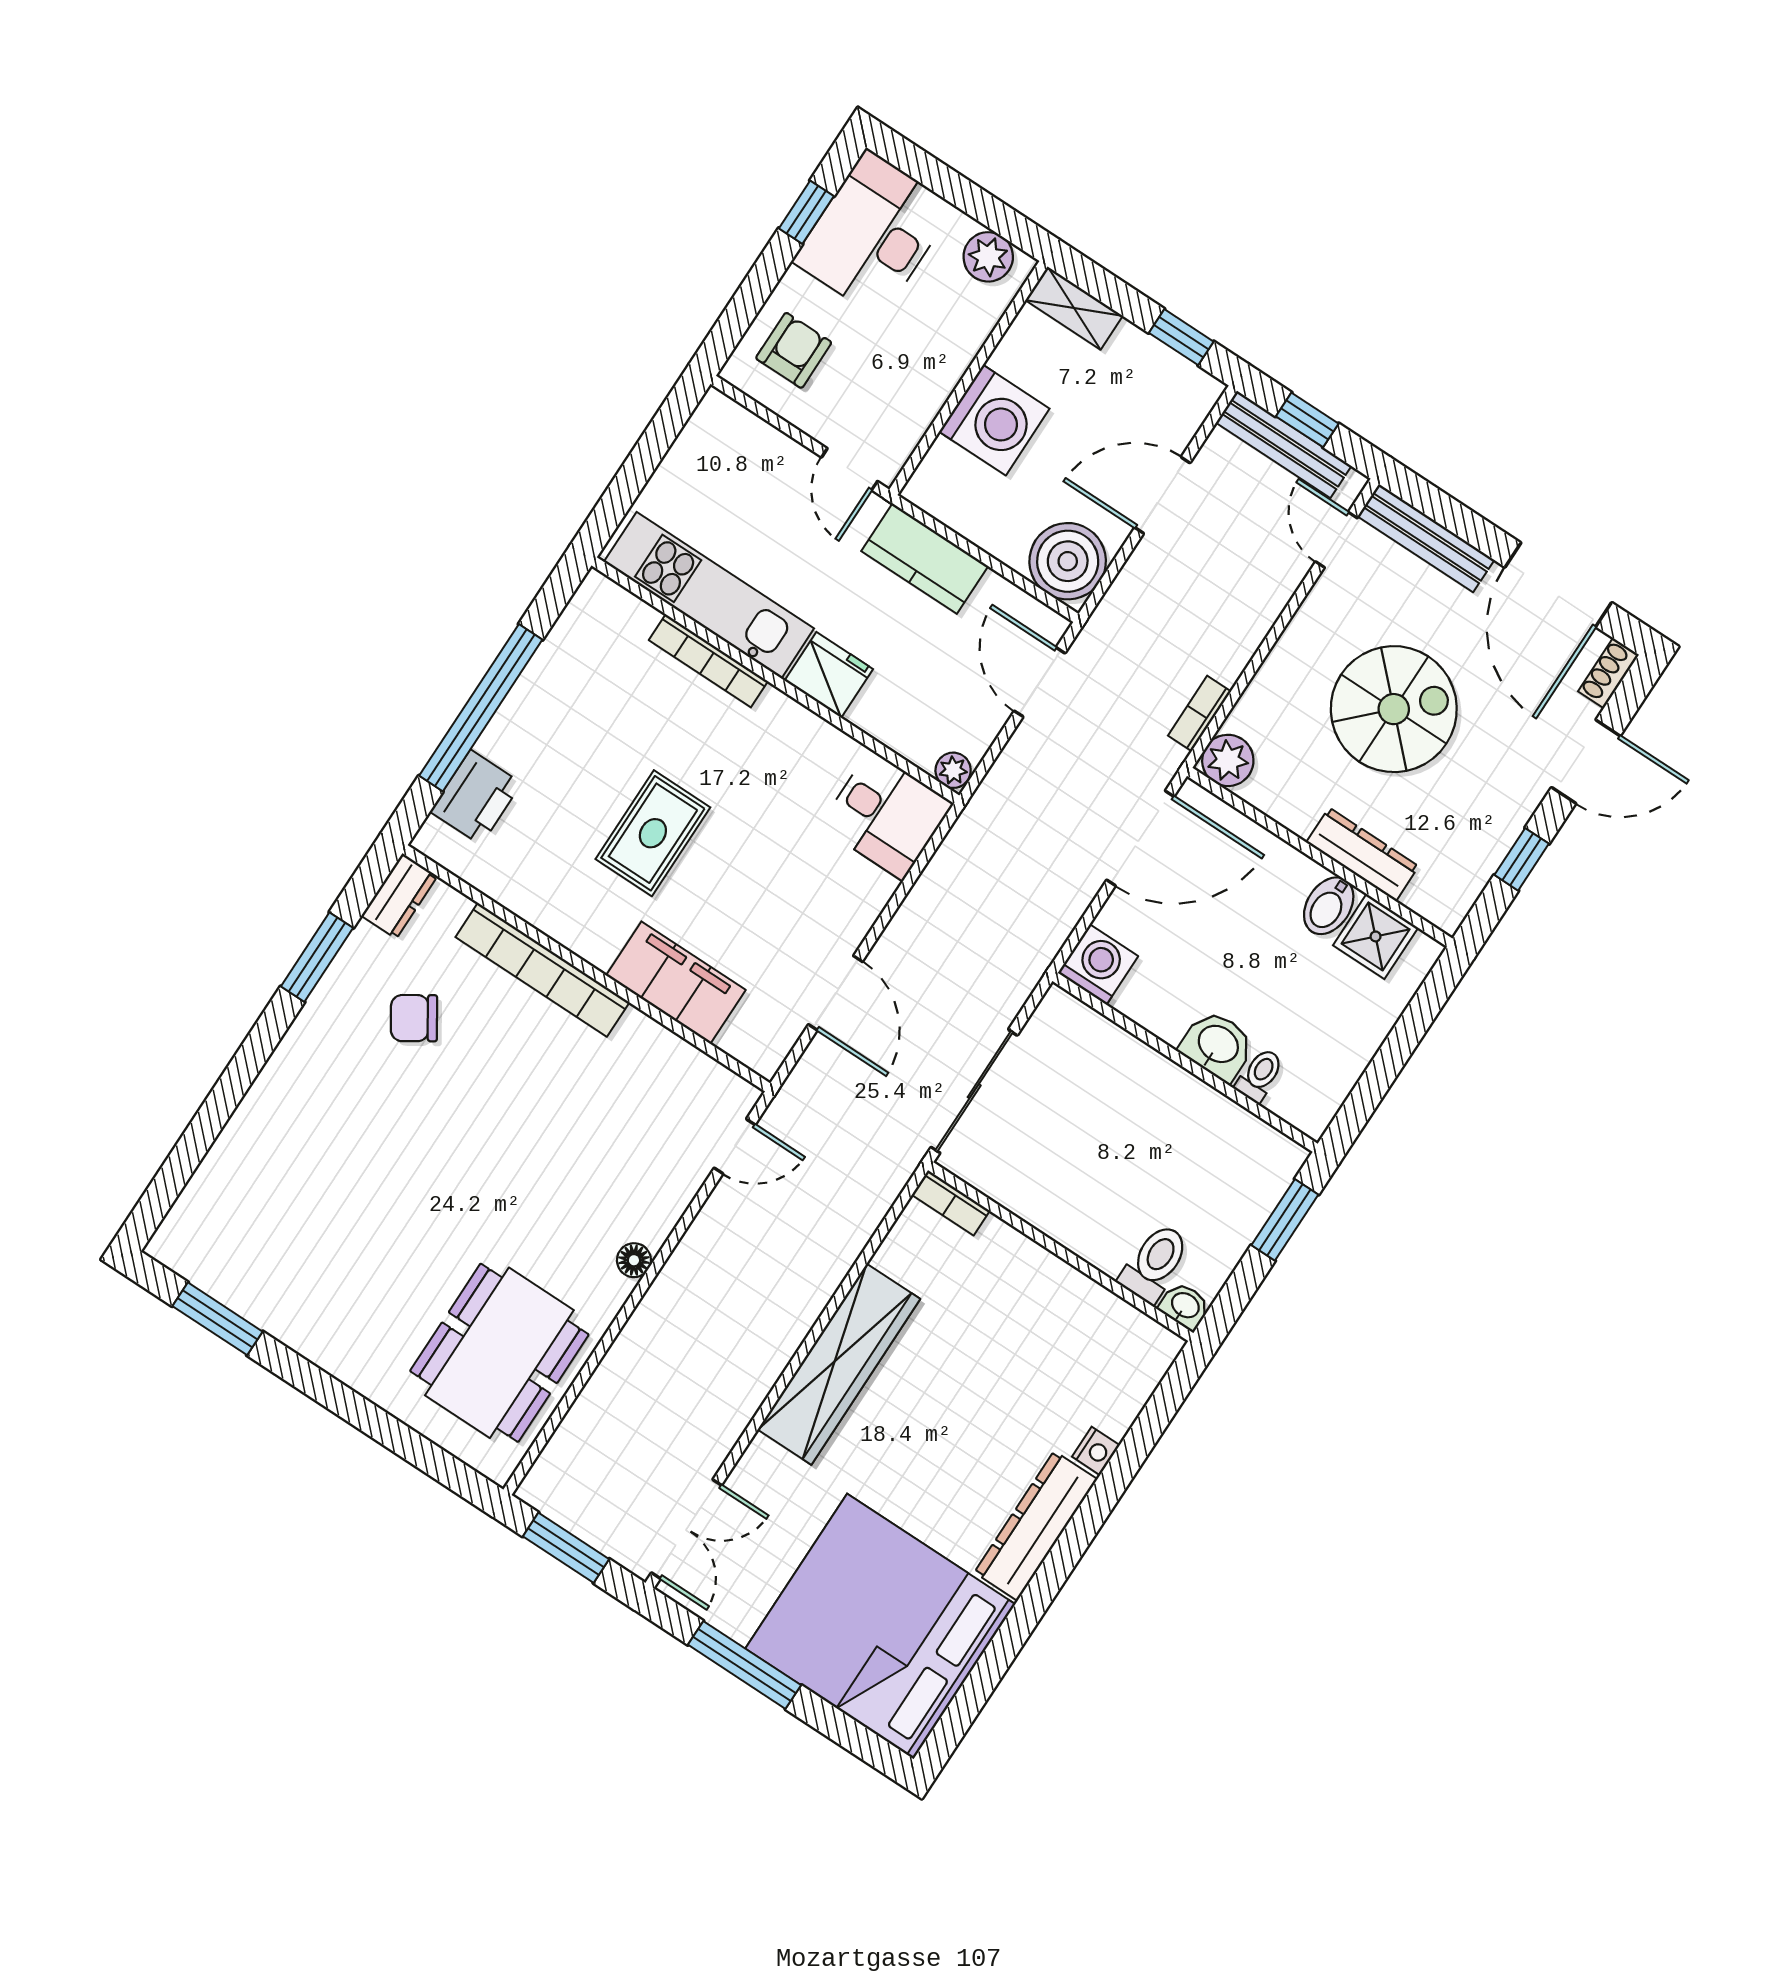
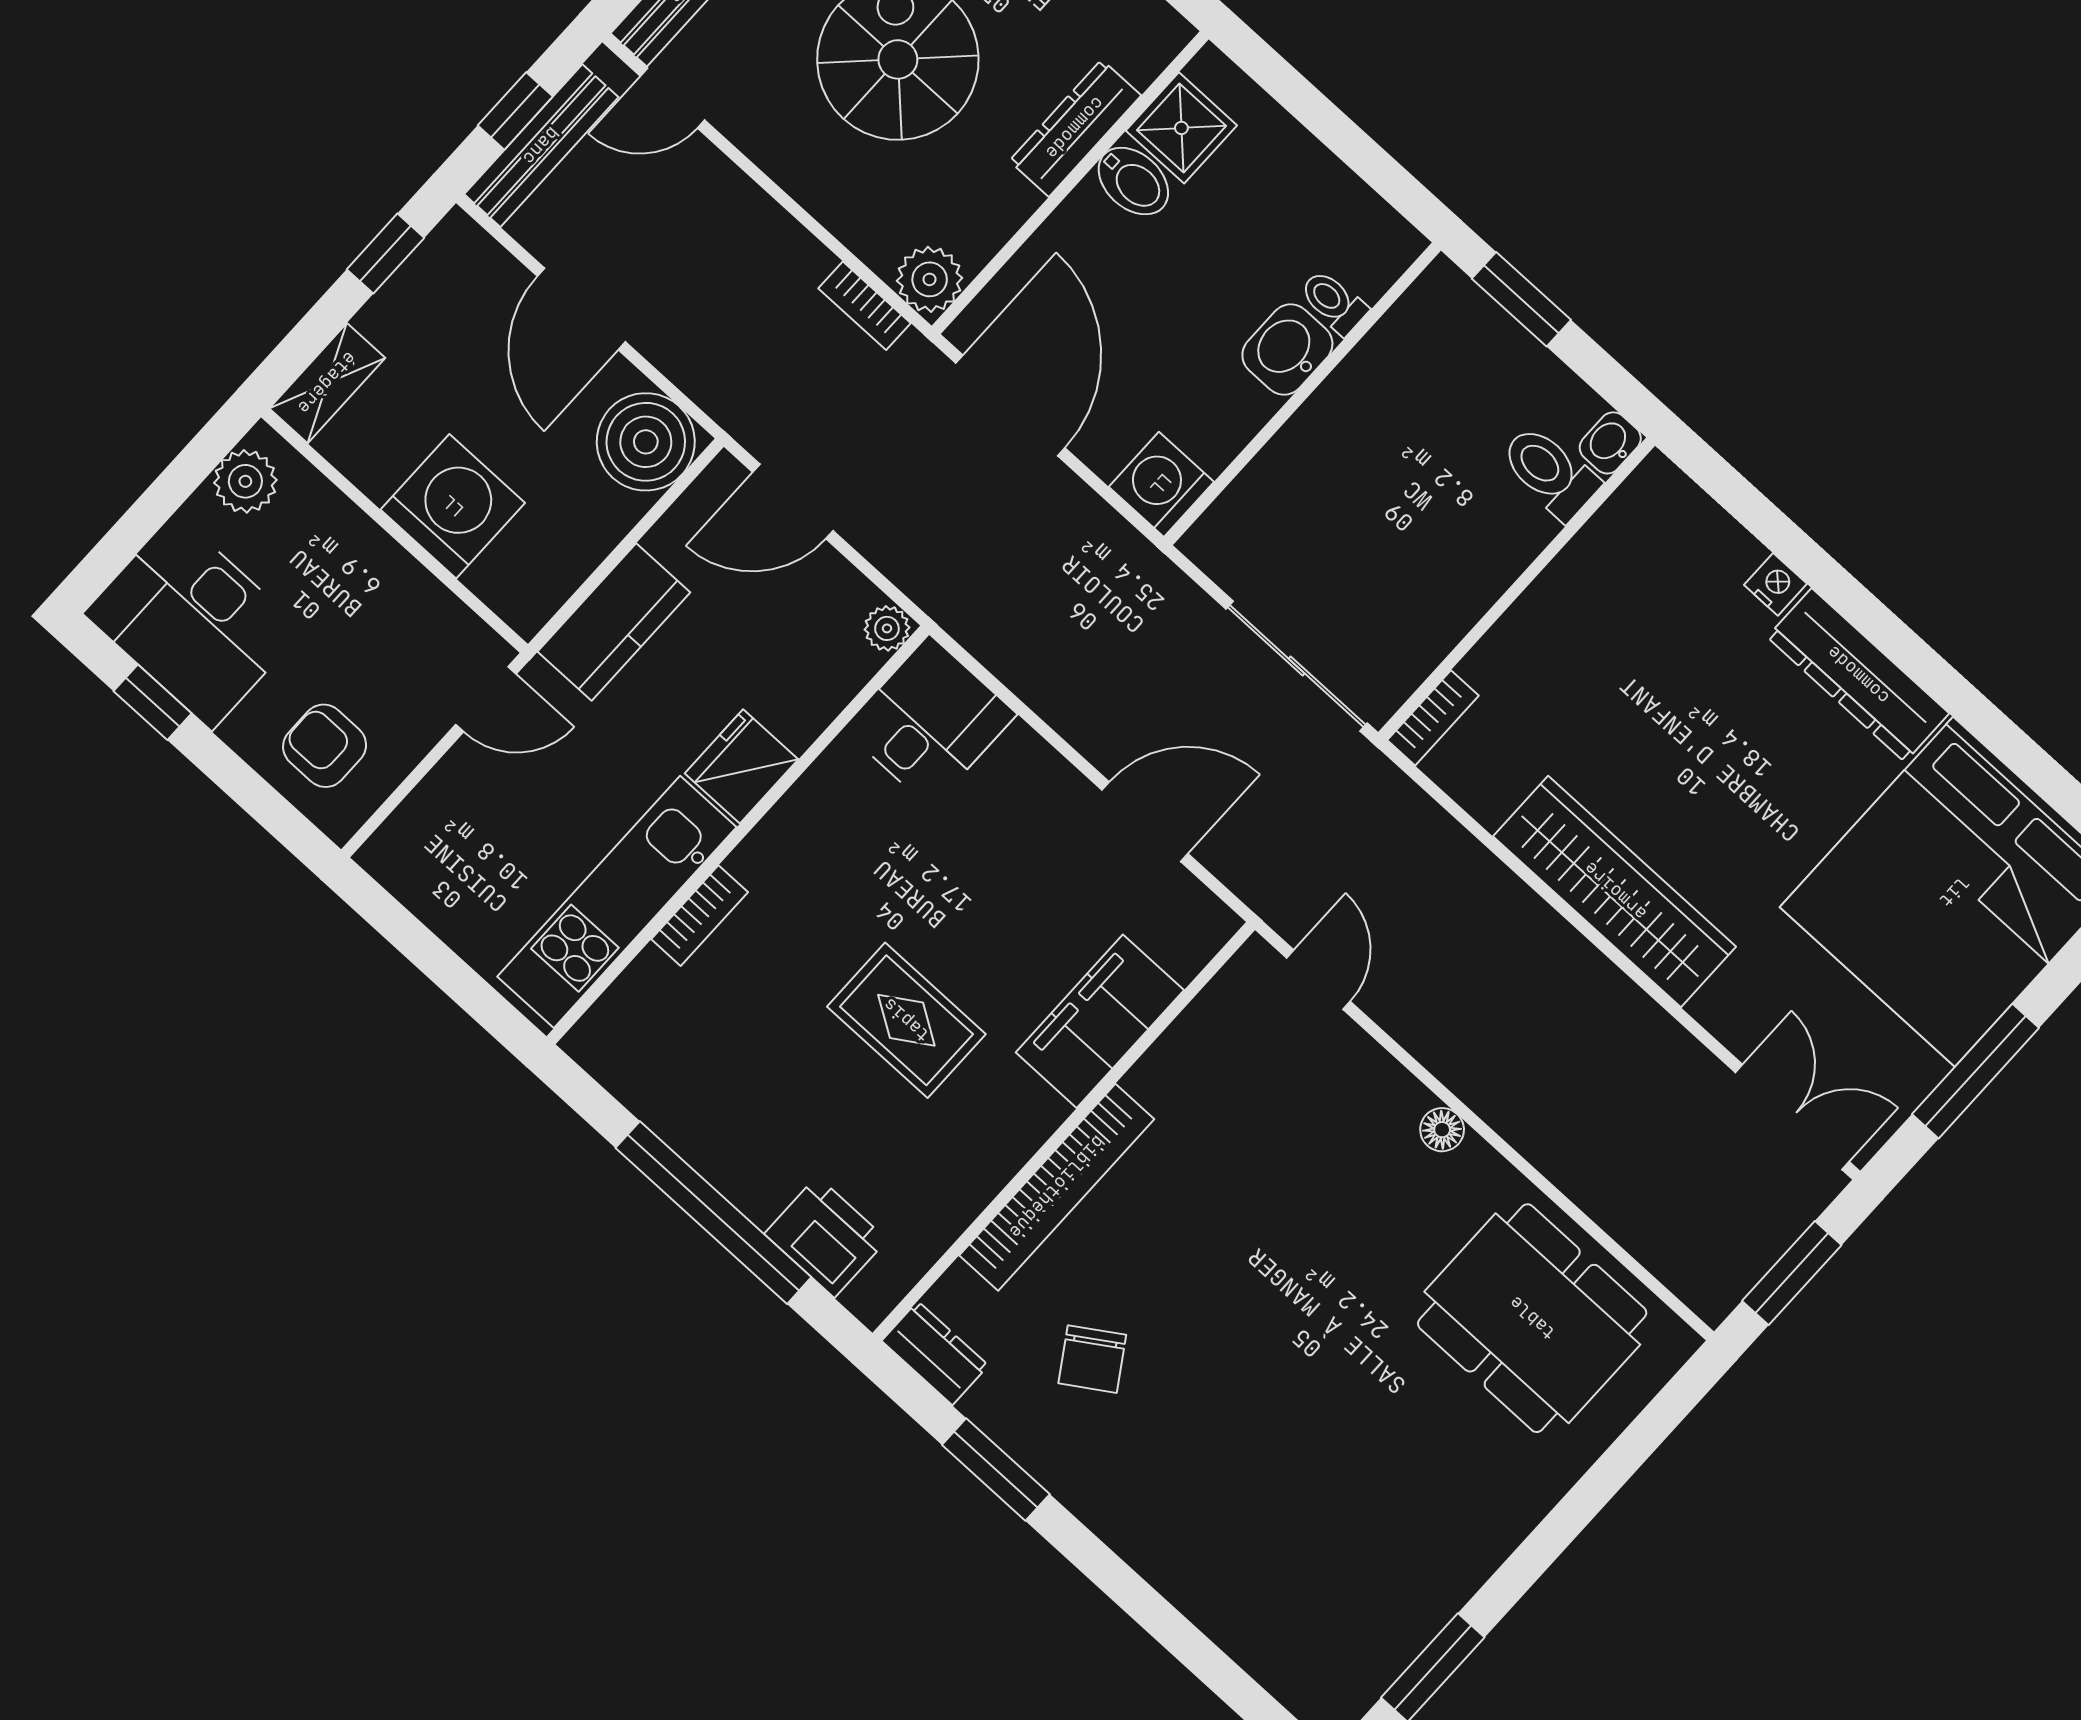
bookcase: (708, 661) -> (700, 916), width x0.64

